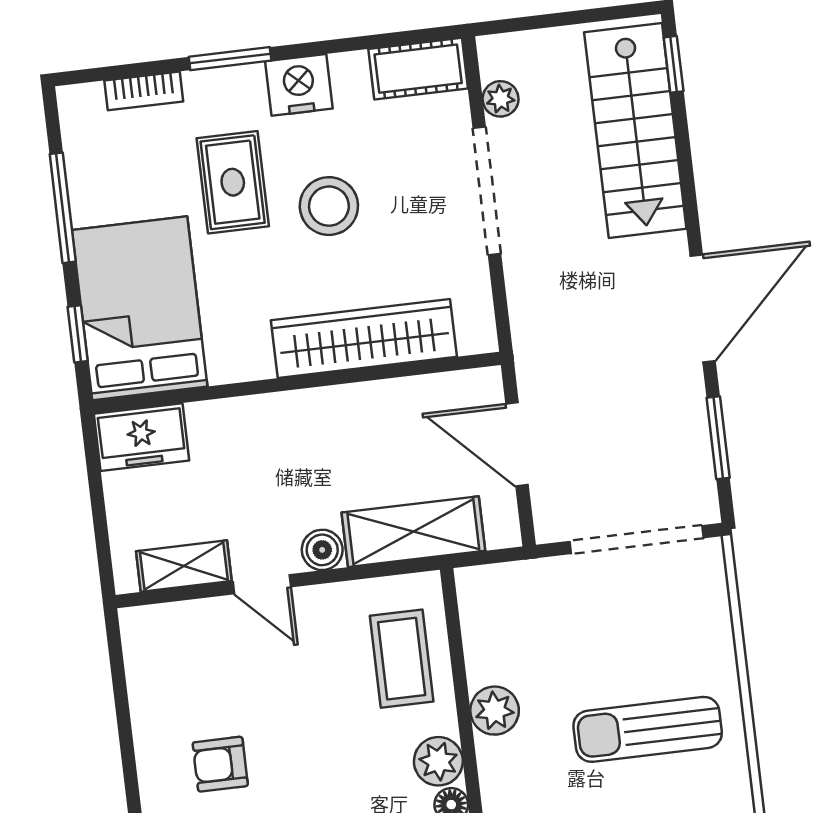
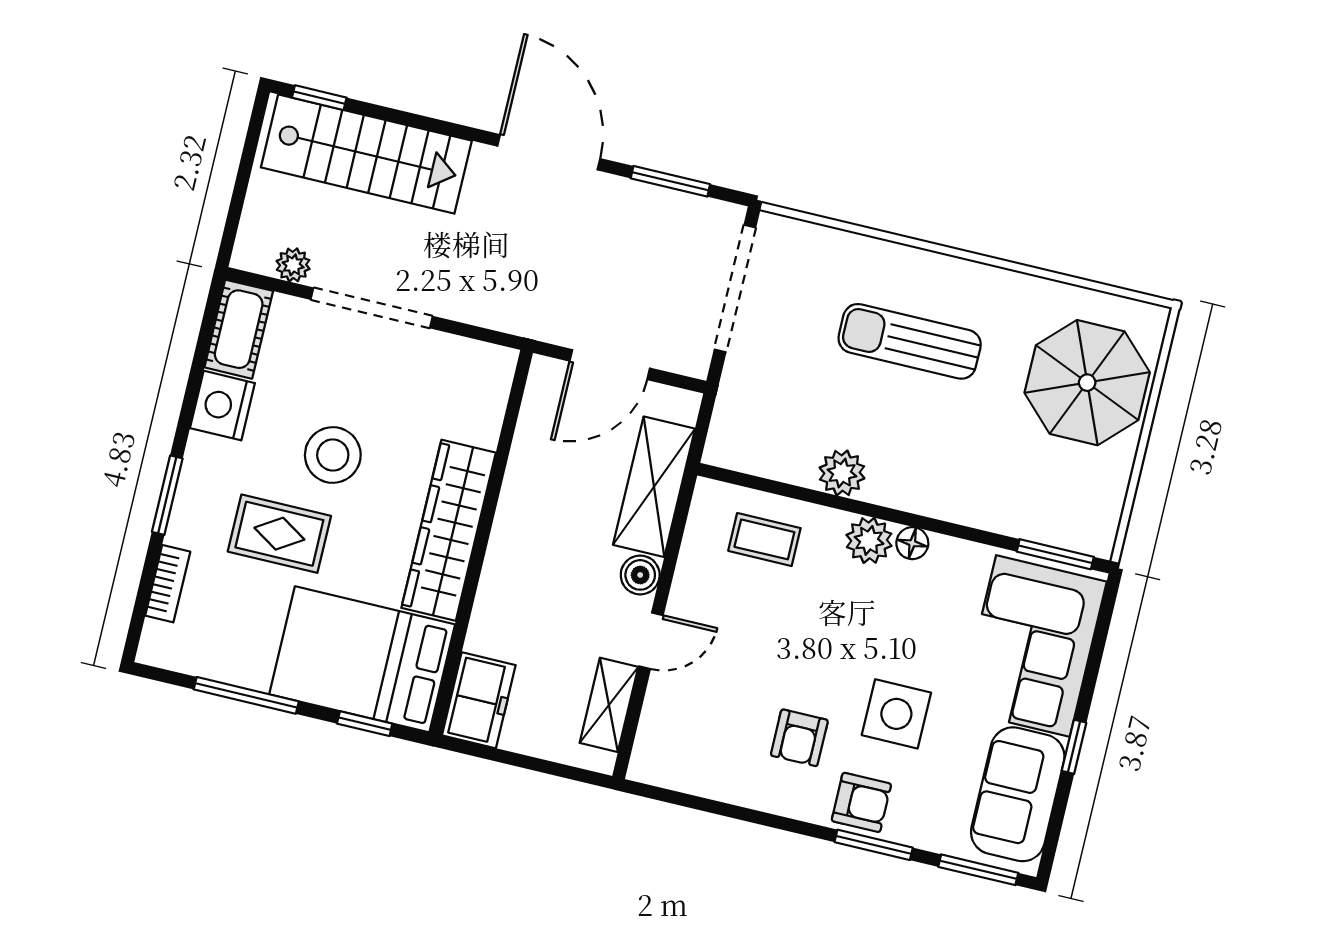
nightstand: (299, 85) -> (222, 406), moved
wardrobe: (364, 339) -> (449, 530), moved
coffee table: (402, 659) -> (764, 539), width x0.73, depth x0.77
sun lounger: (648, 729) -> (910, 341), turned 90

